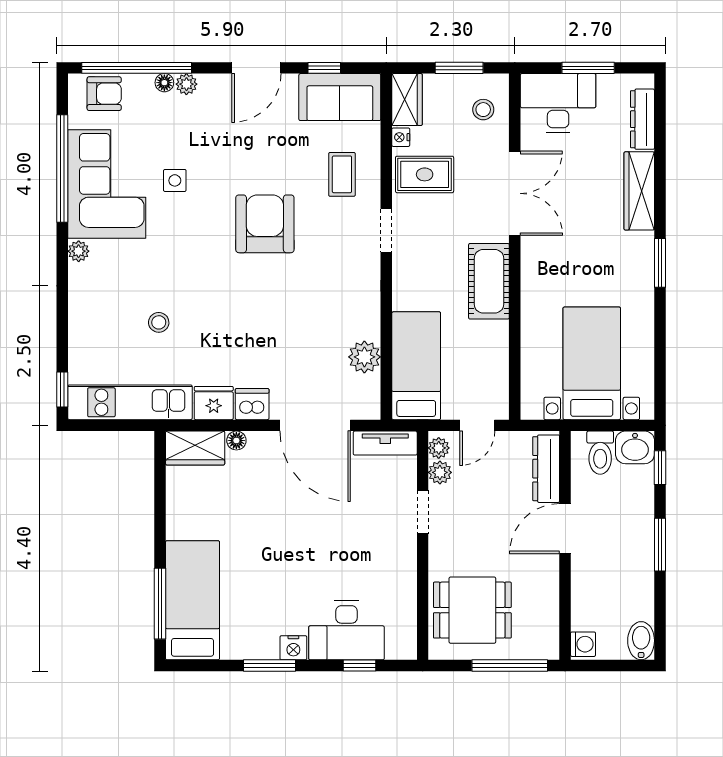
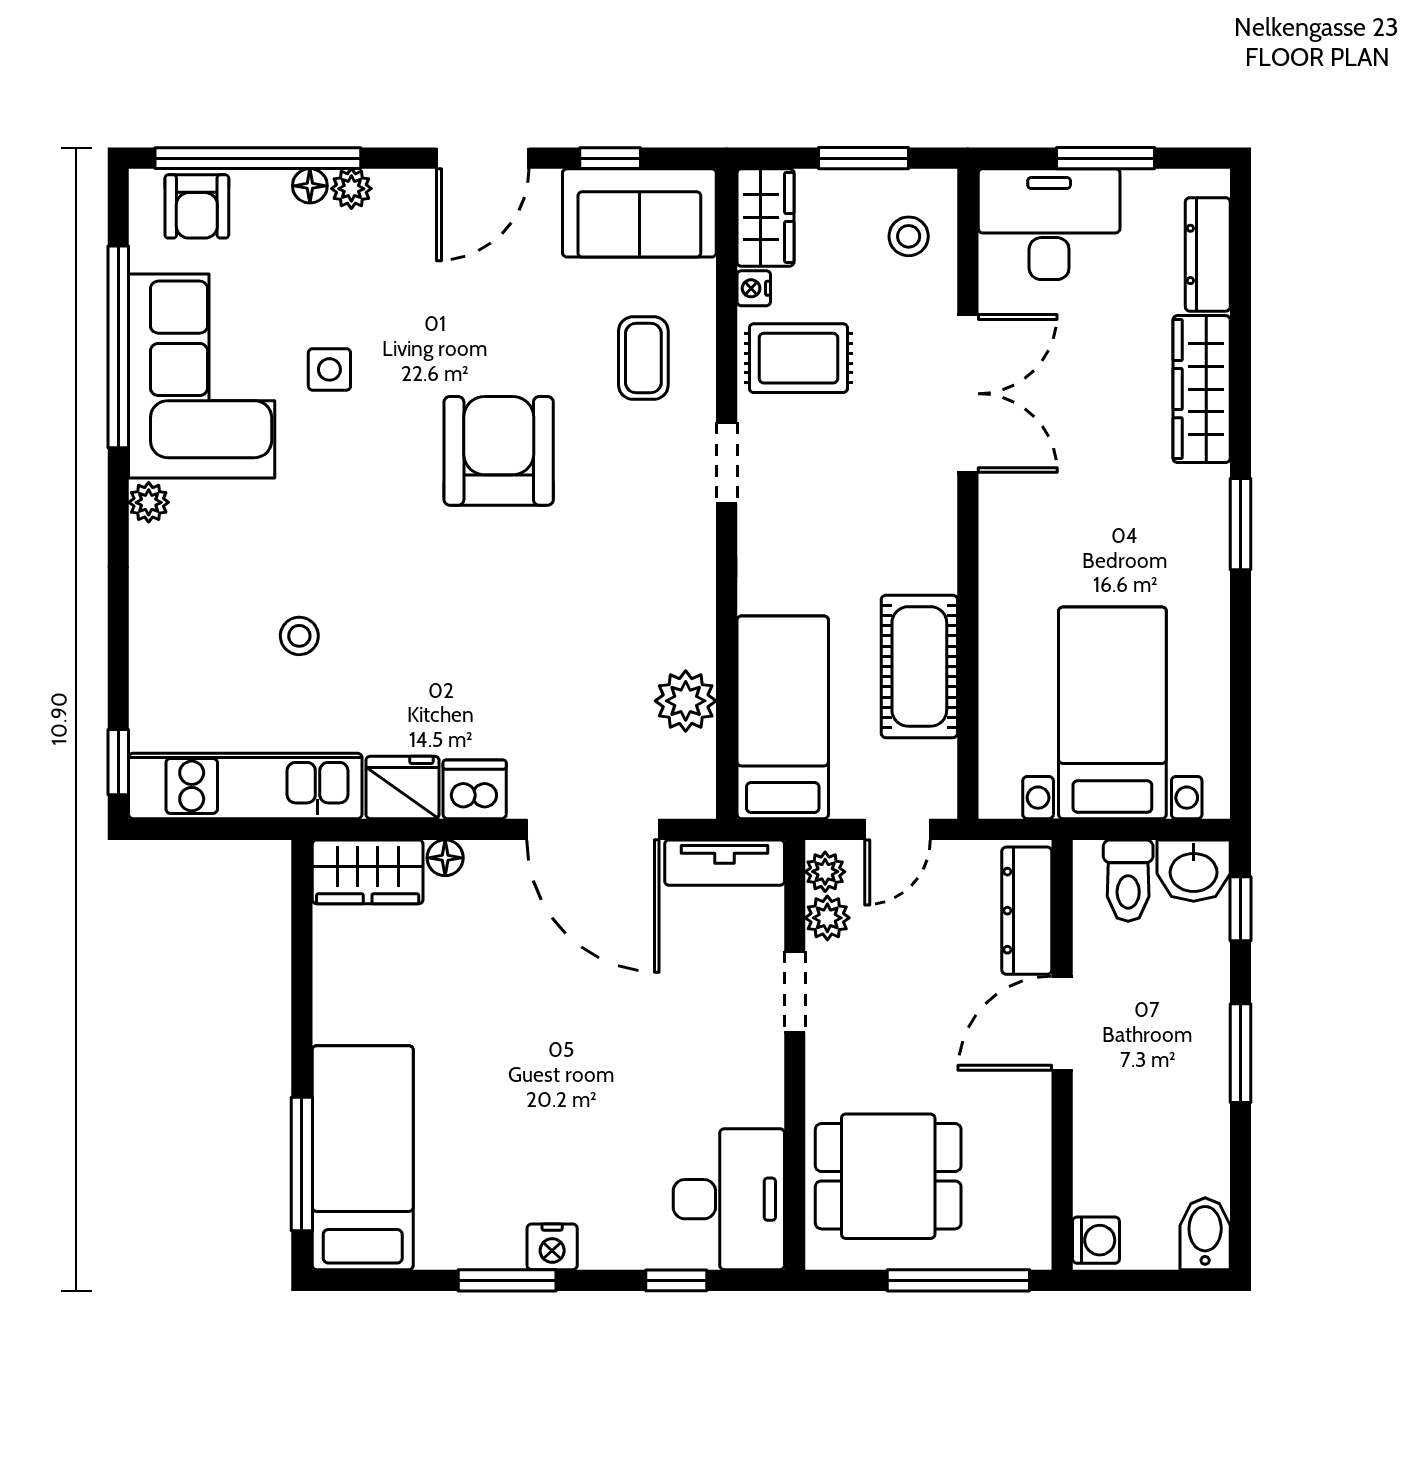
armchair: (104, 94) -> (197, 206), turned 90
cot: (489, 281) -> (919, 666), moved
desk: (347, 630) -> (729, 1199), moved, turned -90

